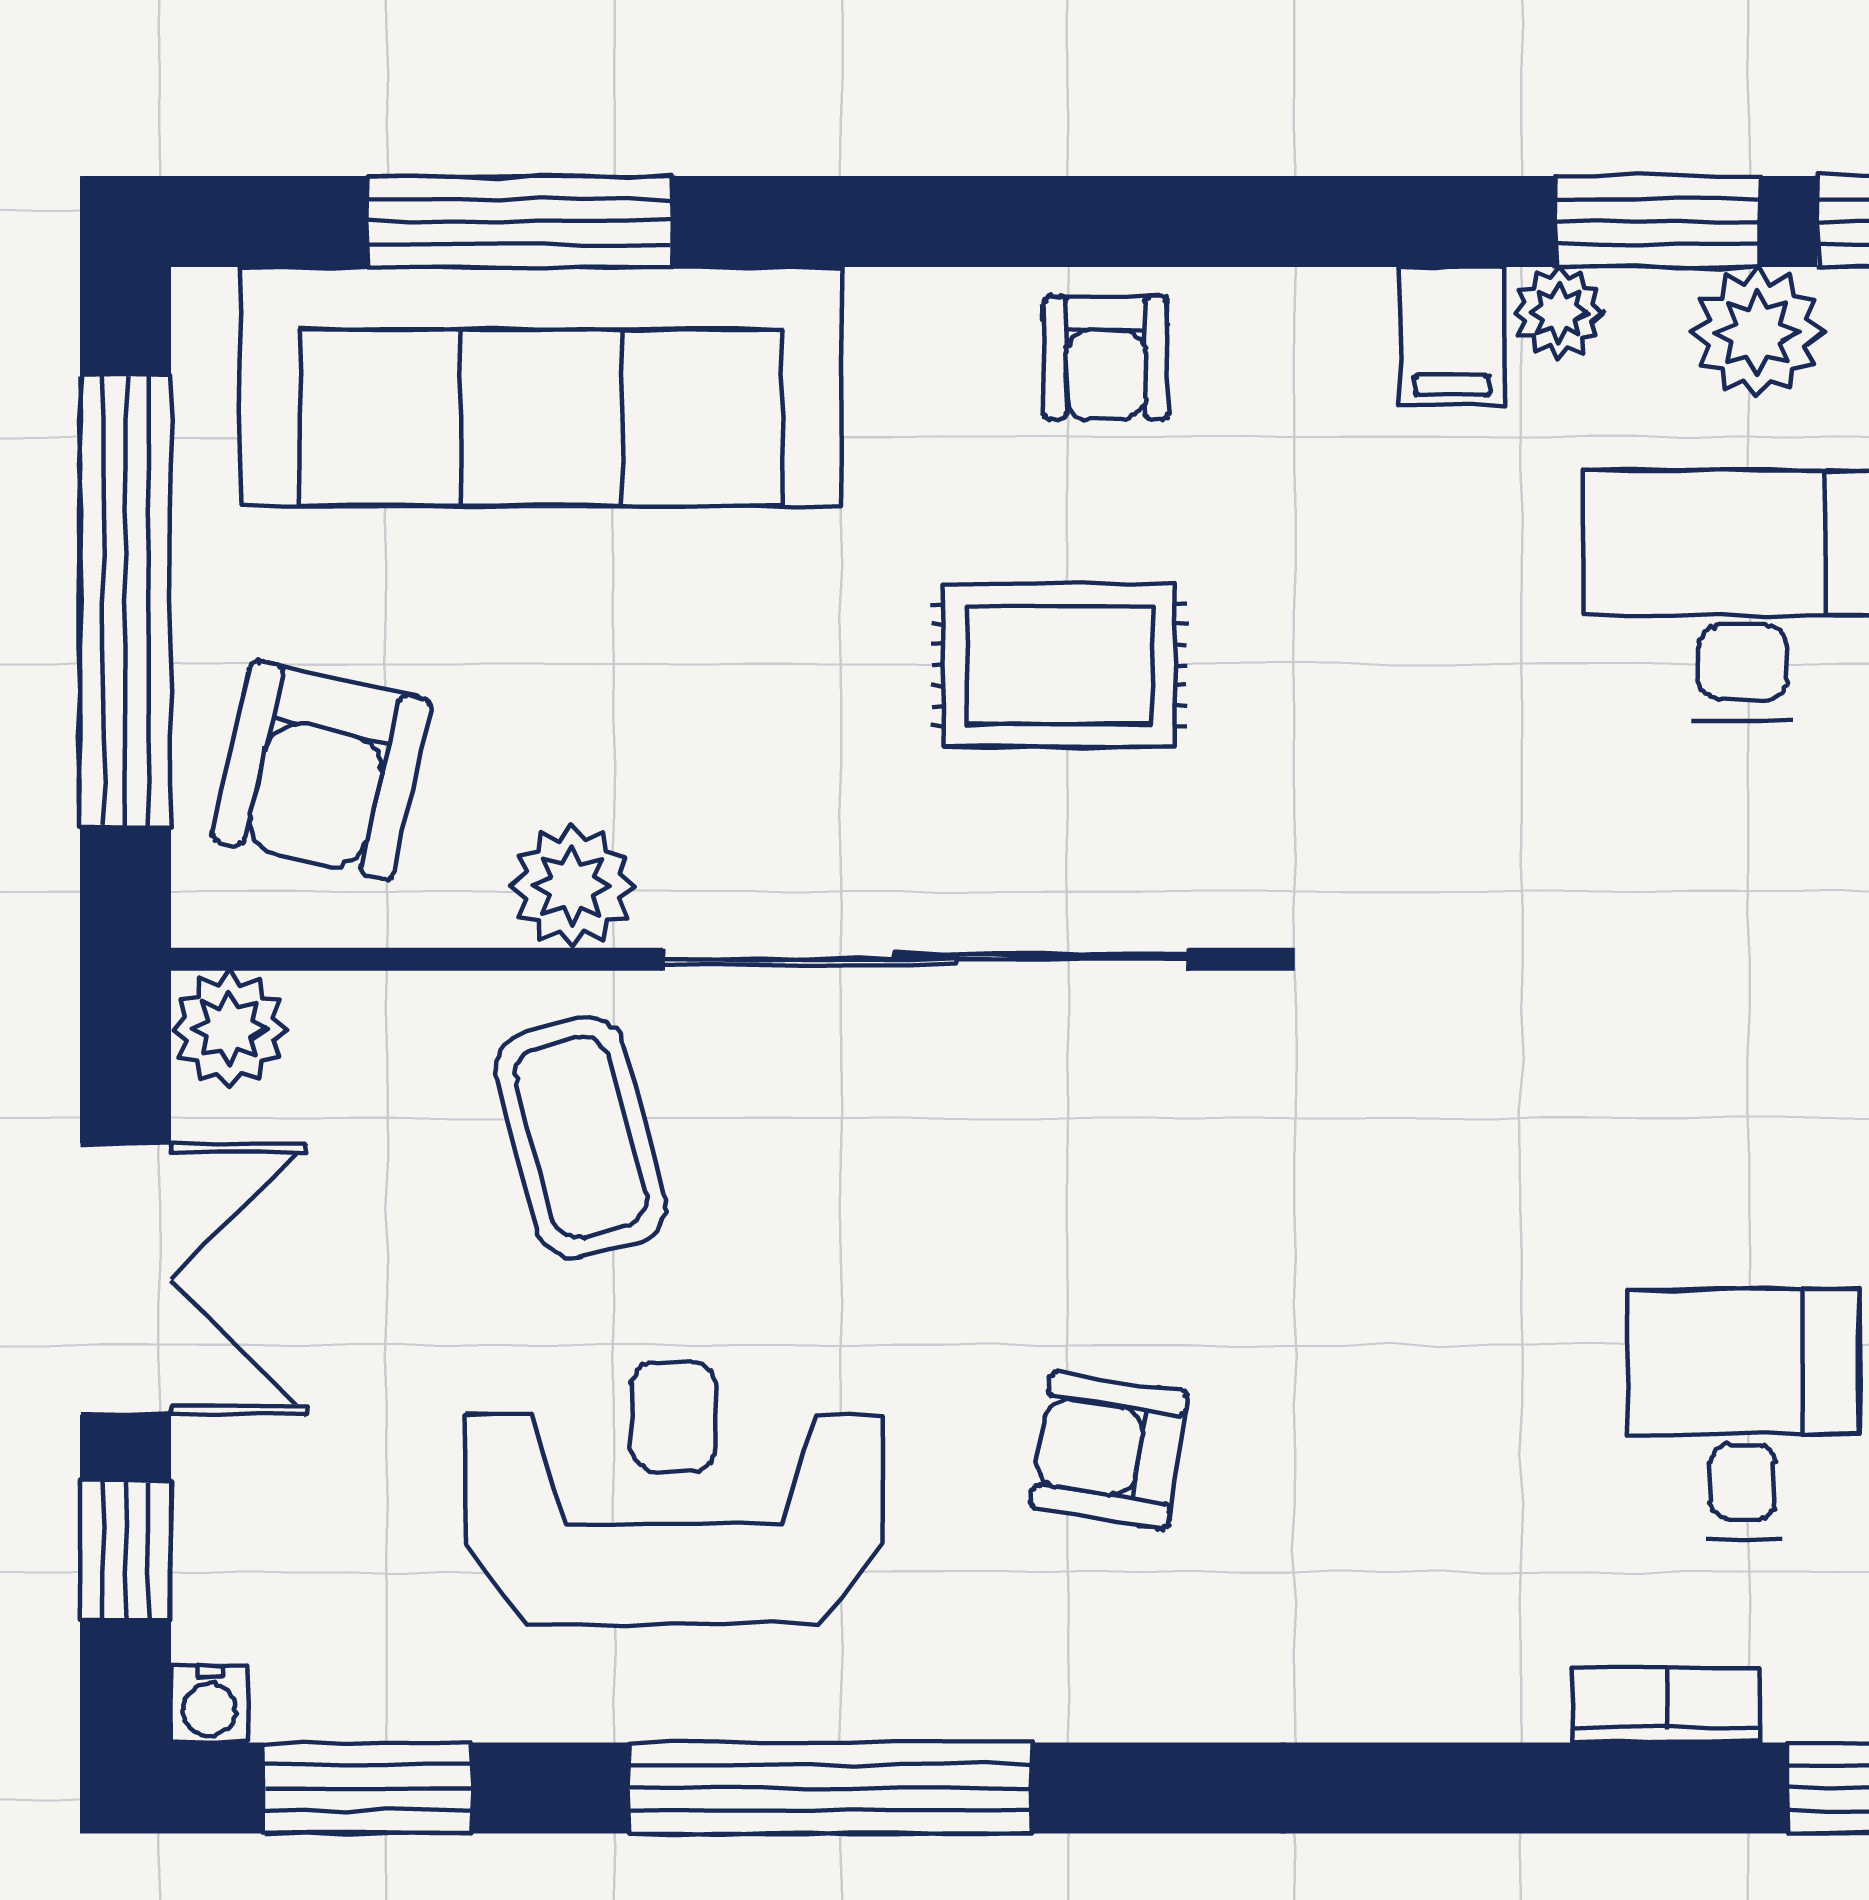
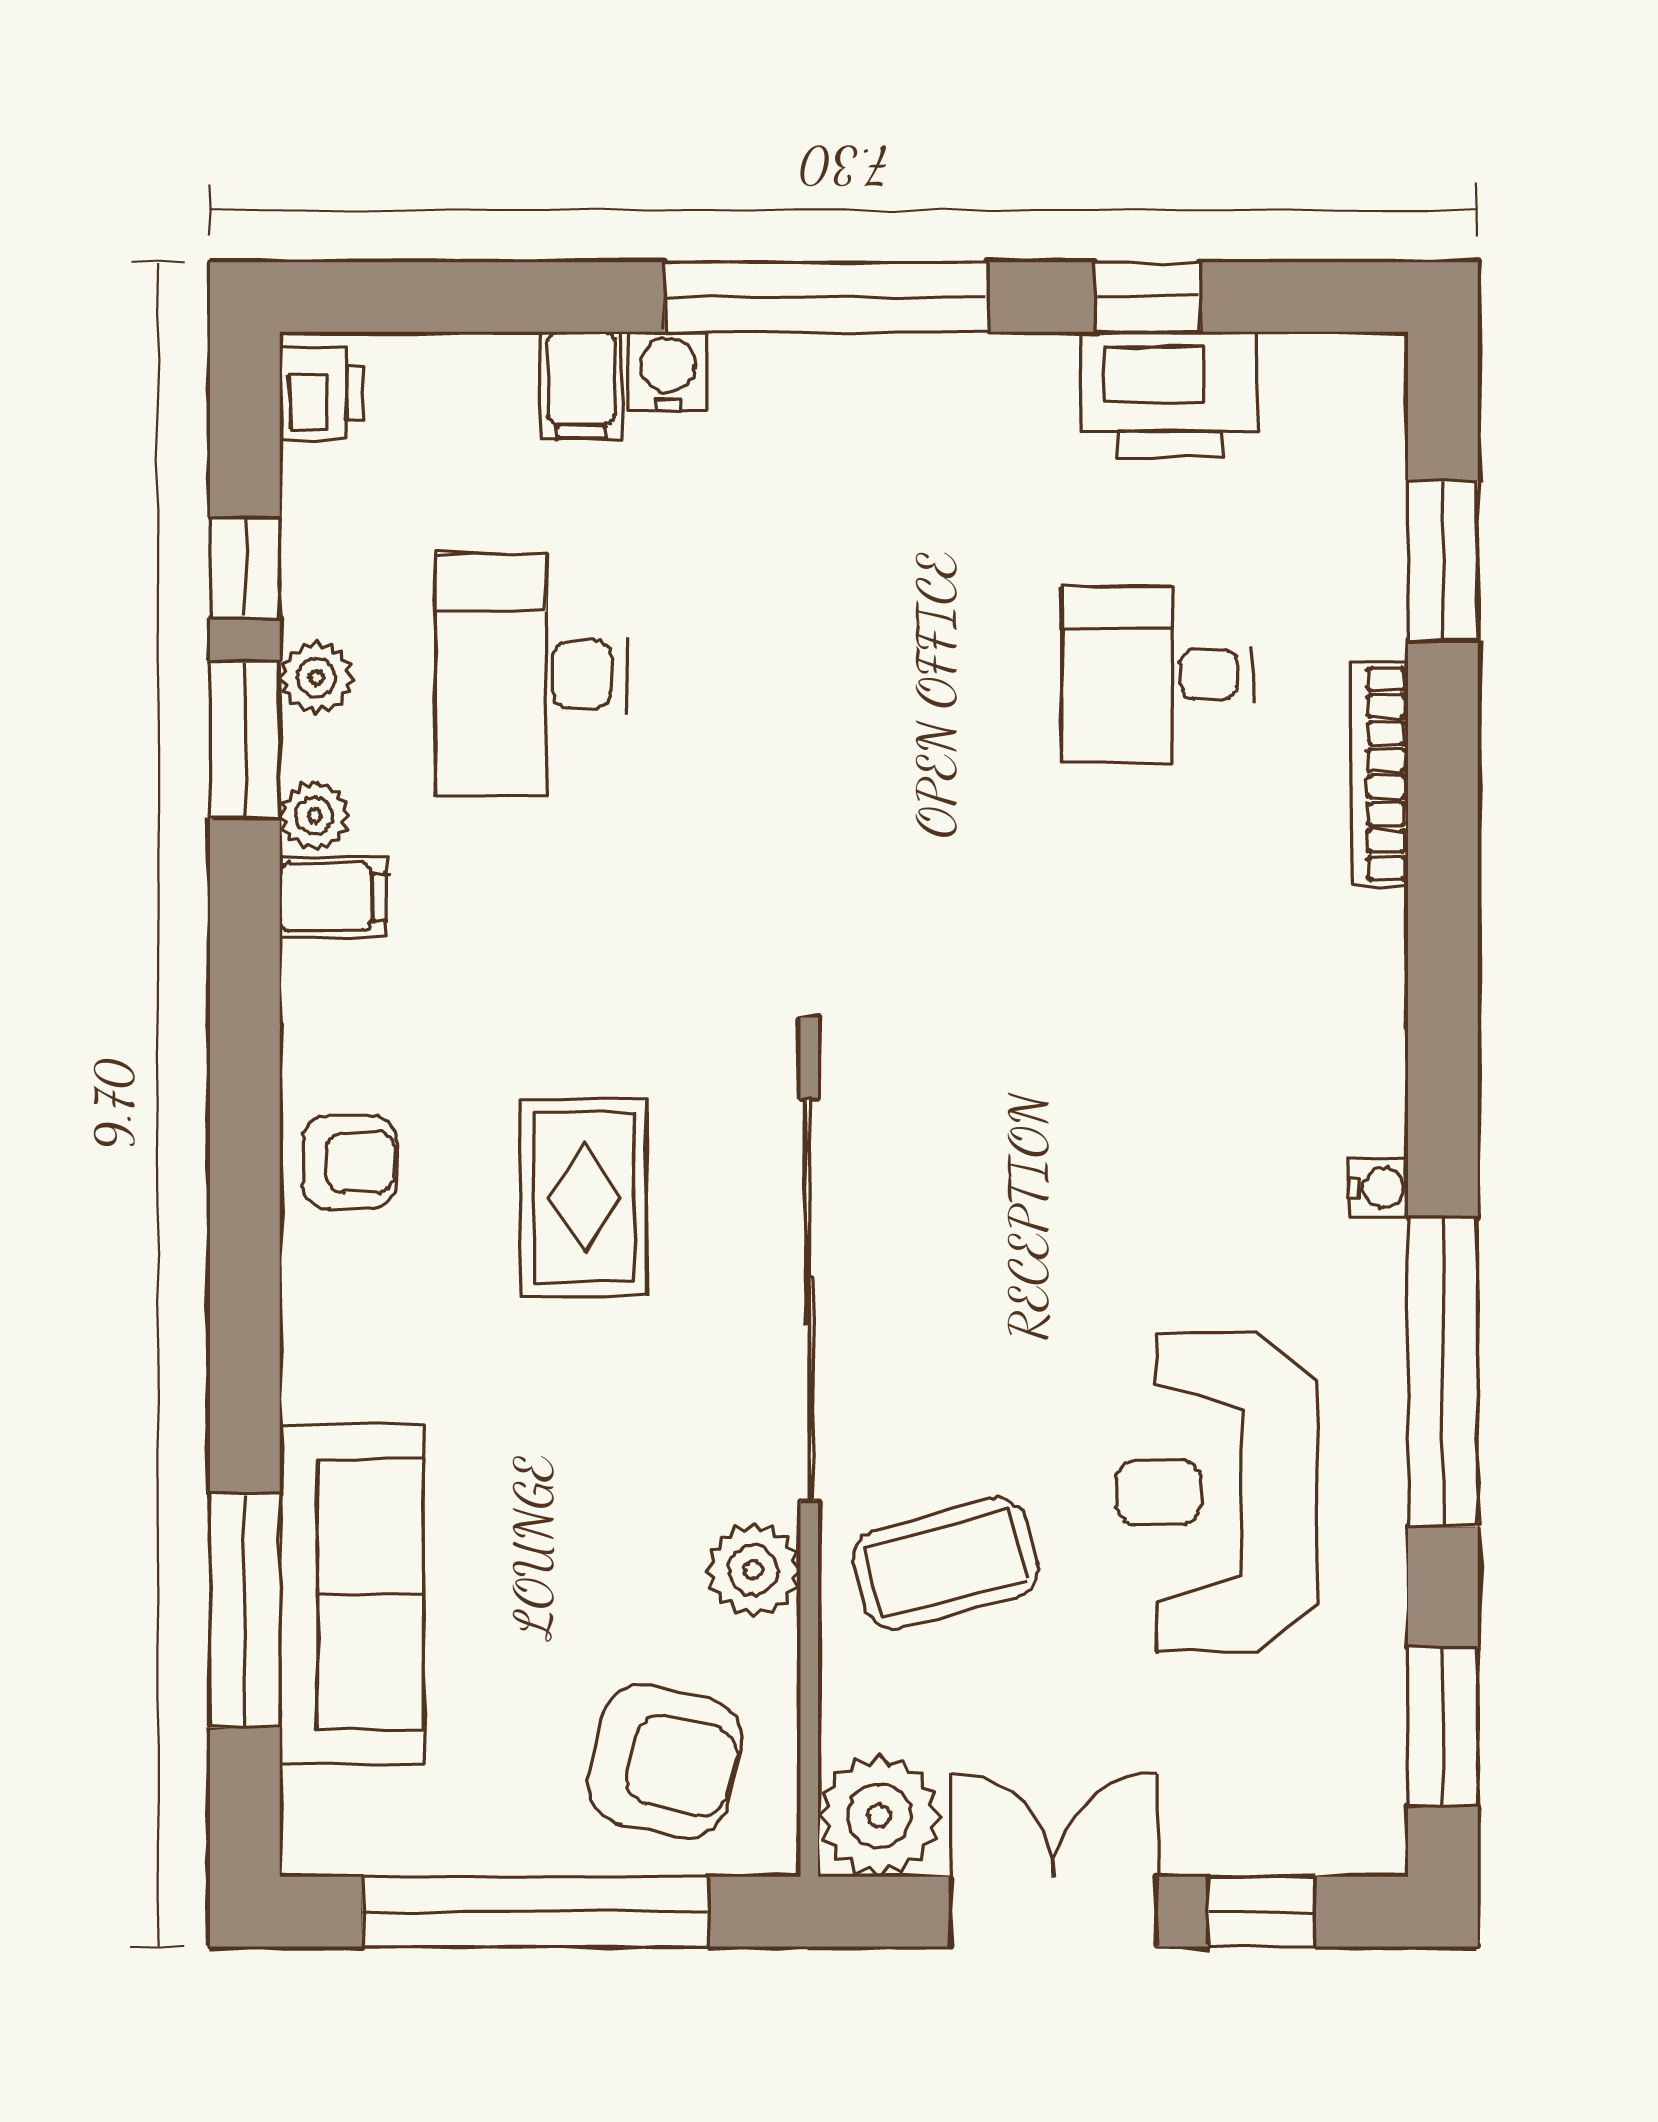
plant: (1757, 333) -> (316, 678), width x0.73, depth x0.73
sofa: (541, 387) -> (352, 1594), width x0.74, depth x0.79
plant: (230, 1029) -> (879, 1816), width x1.36, depth x1.36
armchair: (1109, 1450) -> (1185, 1159), removed
water cooler: (210, 1704) -> (1379, 1187), moved
bookcase: (1666, 1705) -> (1379, 774), width x1.56

